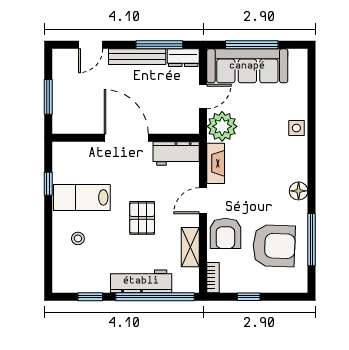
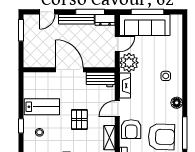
window: (48, 97) -> (21, 30), moved
side table: (296, 128) -> (166, 76), moved
window: (48, 184) -> (21, 126), moved
lab bench: (82, 197) -> (42, 107), turned 180

